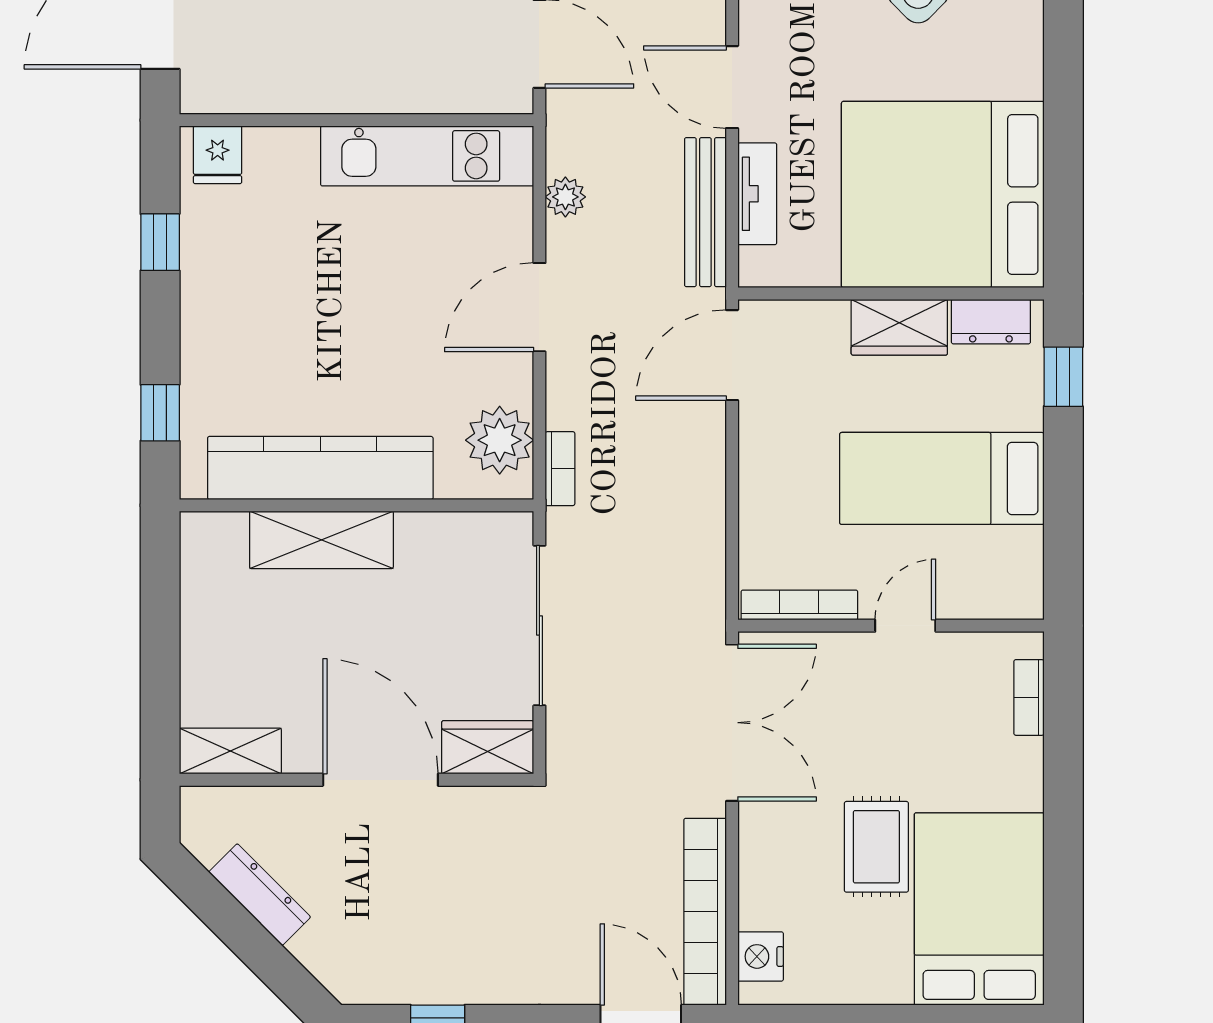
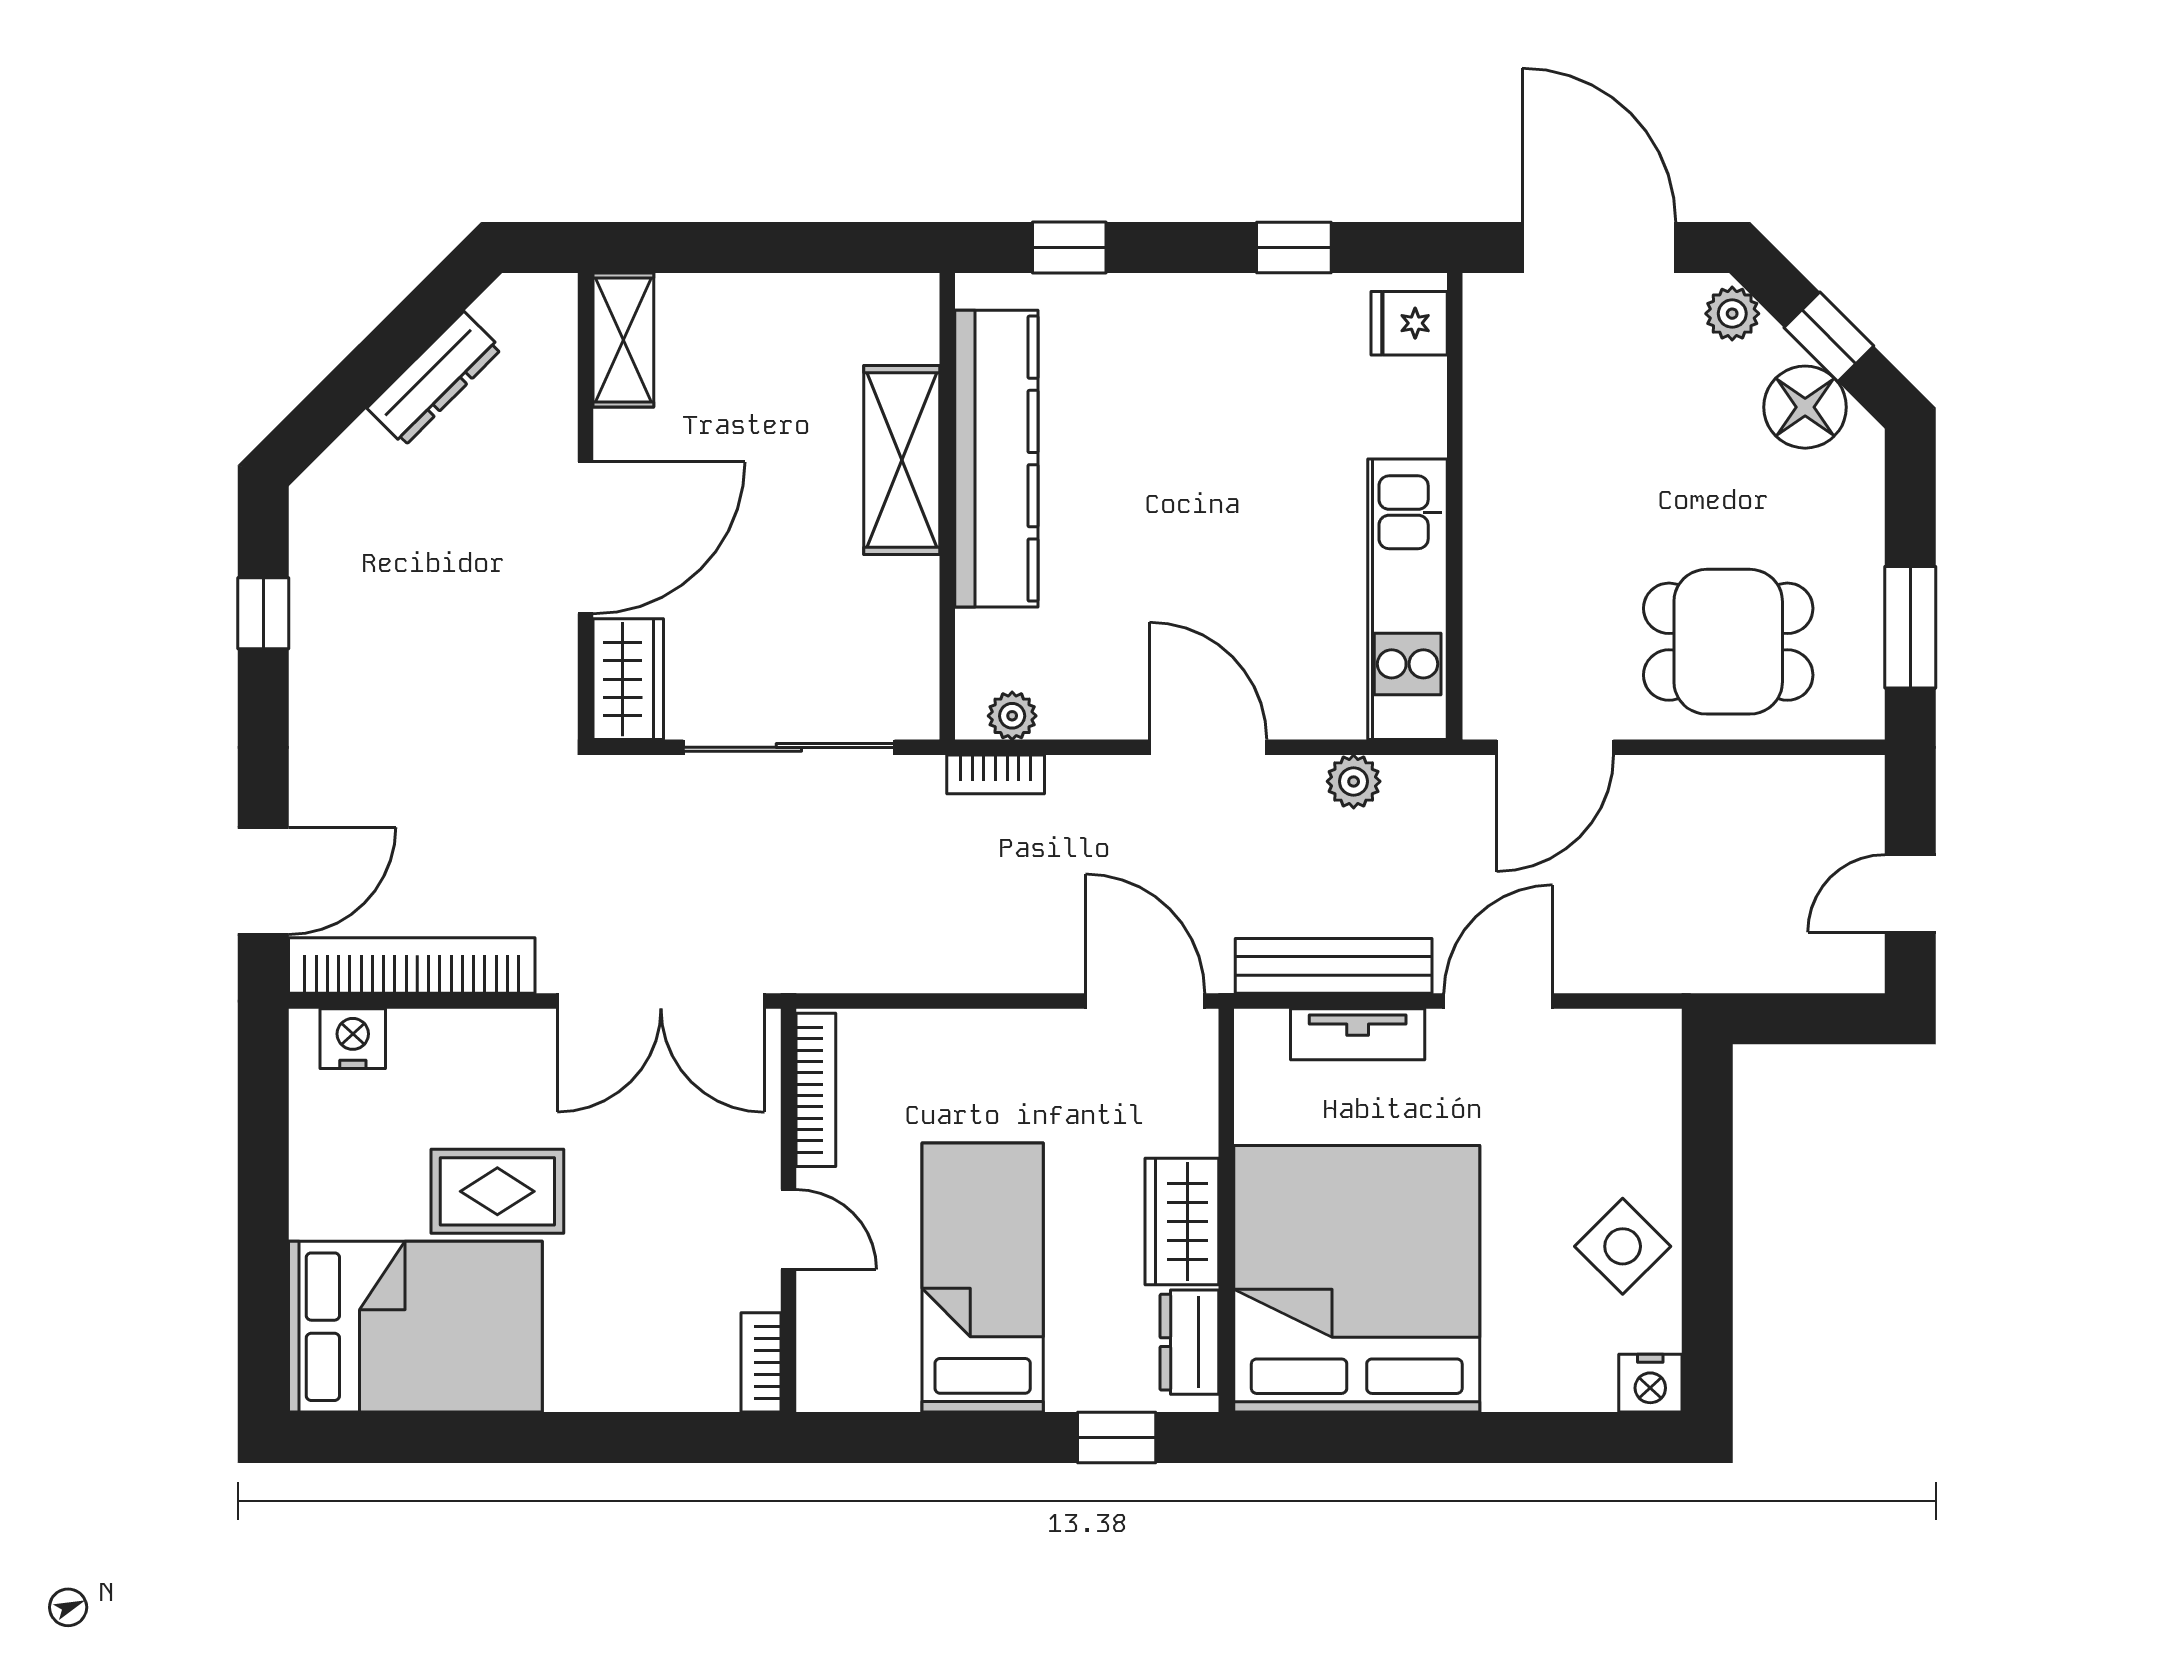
plant: (500, 440) -> (1012, 716), width x0.53, depth x0.53
bookcase: (1029, 697) -> (761, 1362), moved, turned -90

